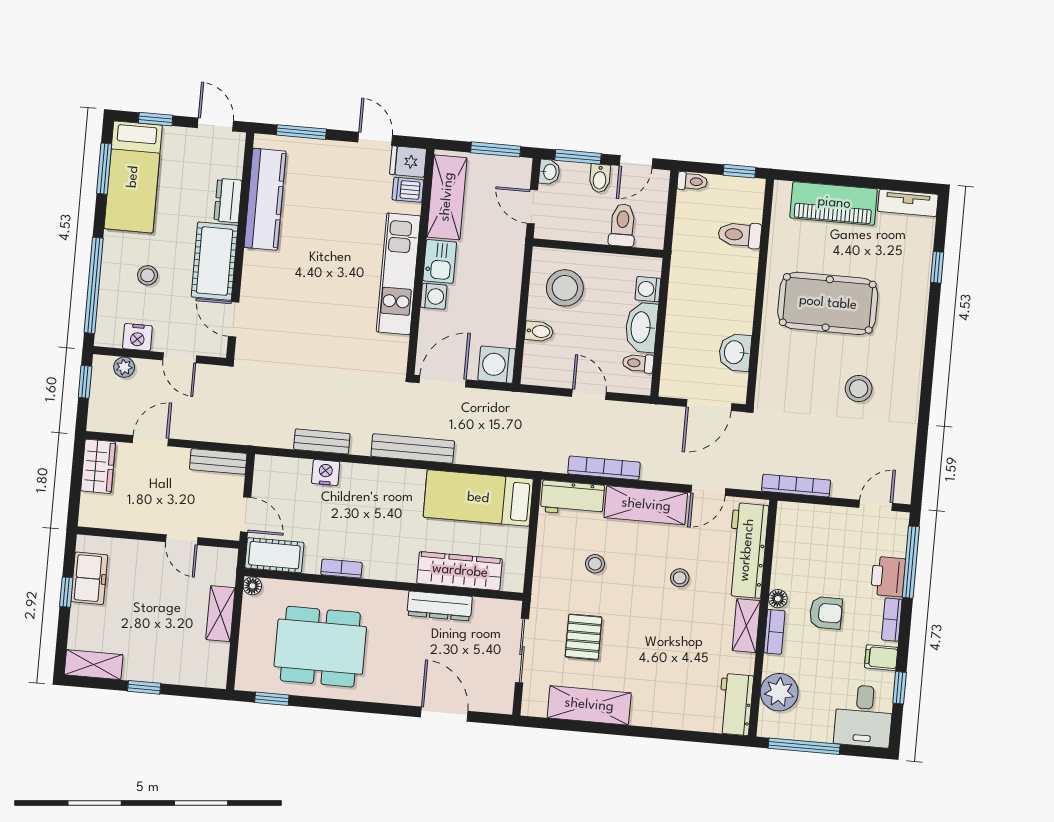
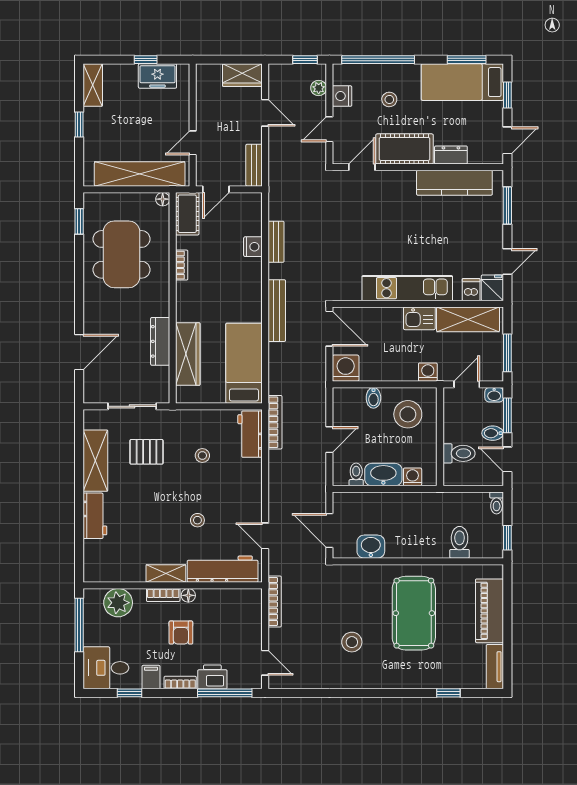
washing machine: (434, 296) -> (428, 372), moved, turned 180
bookcase: (604, 468) -> (275, 422), moved
shelving: (646, 505) -> (250, 490), removed
shelving: (220, 614) -> (140, 174), width x2.20, depth x1.33
workbench: (735, 704) -> (95, 516), moved, turned 90

